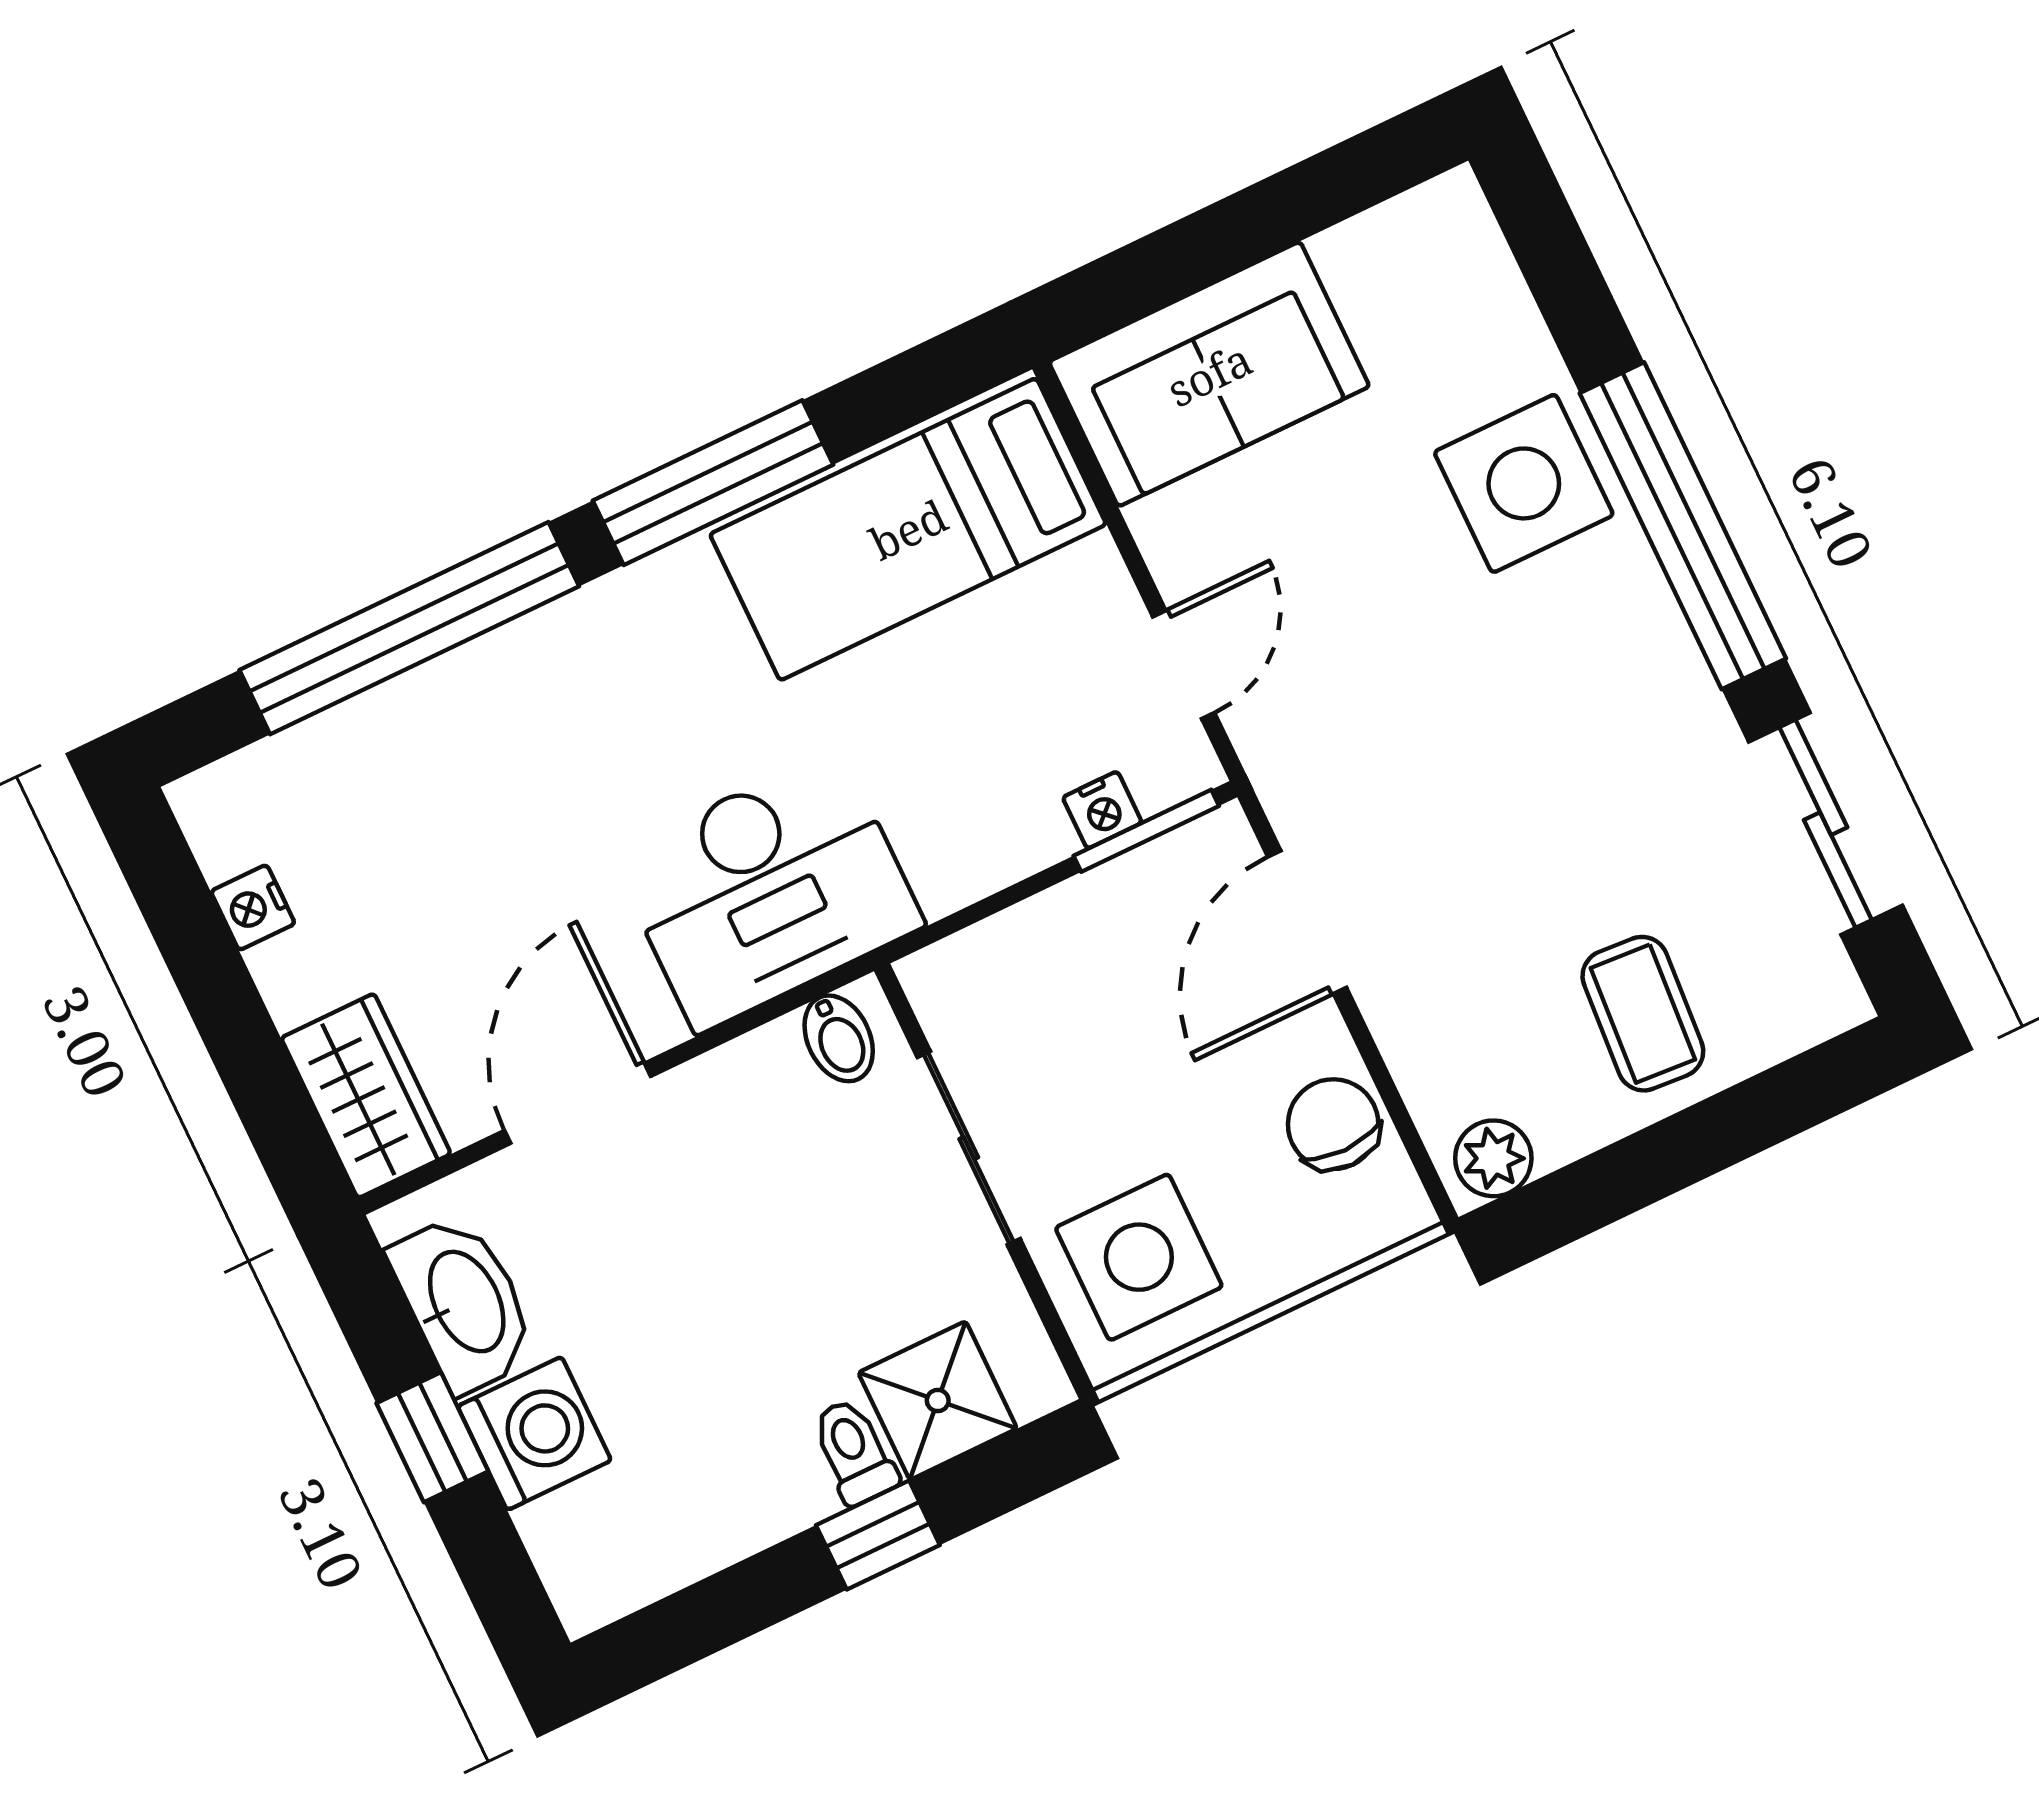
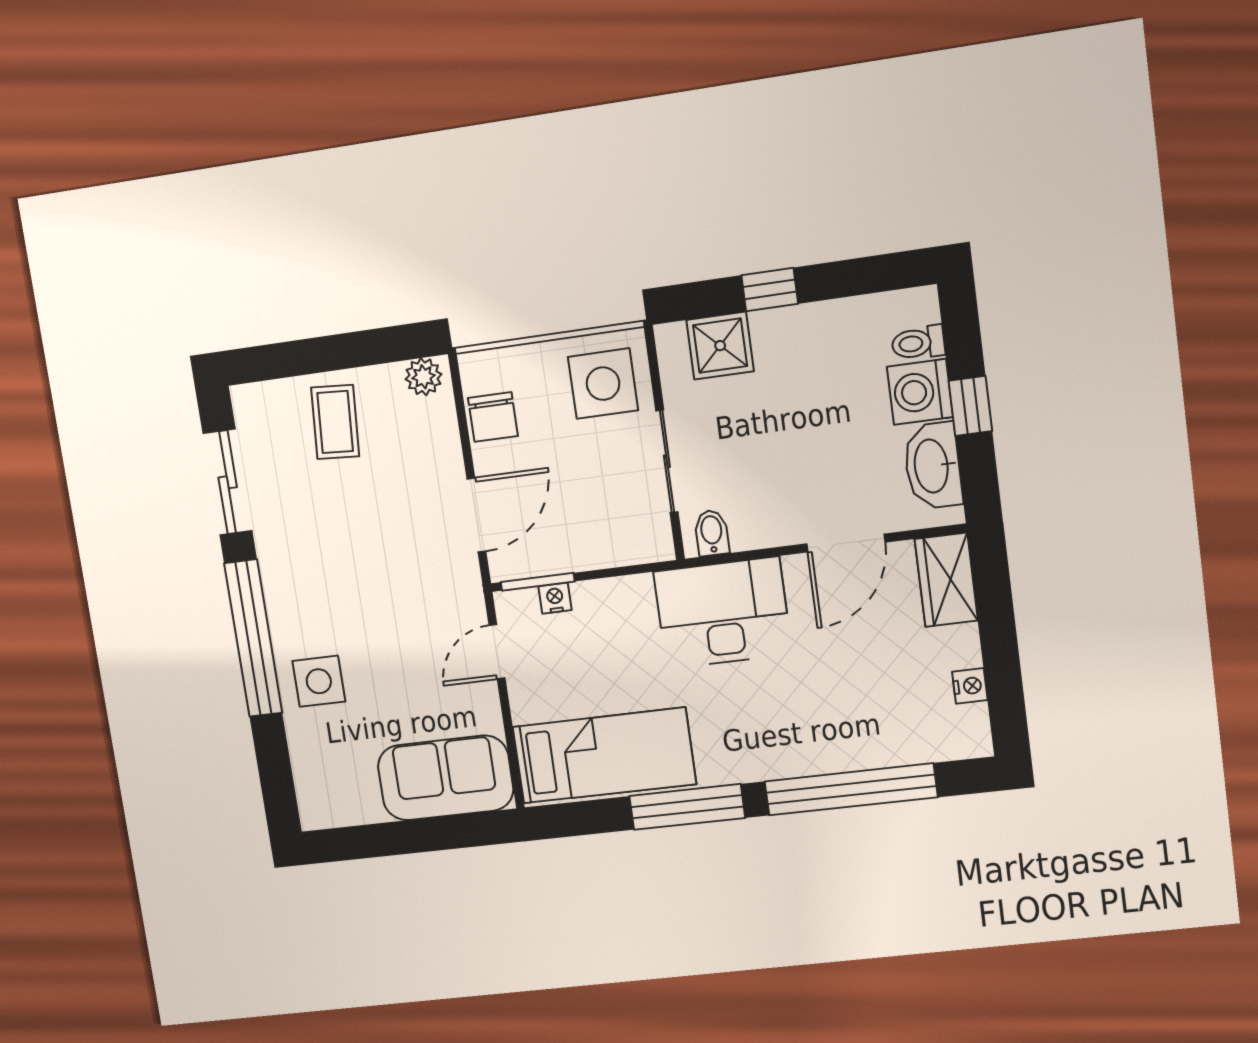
side table: (1524, 483) -> (319, 681), width x0.73, depth x0.73
toilet: (854, 1452) -> (918, 343), moved, turned 90

